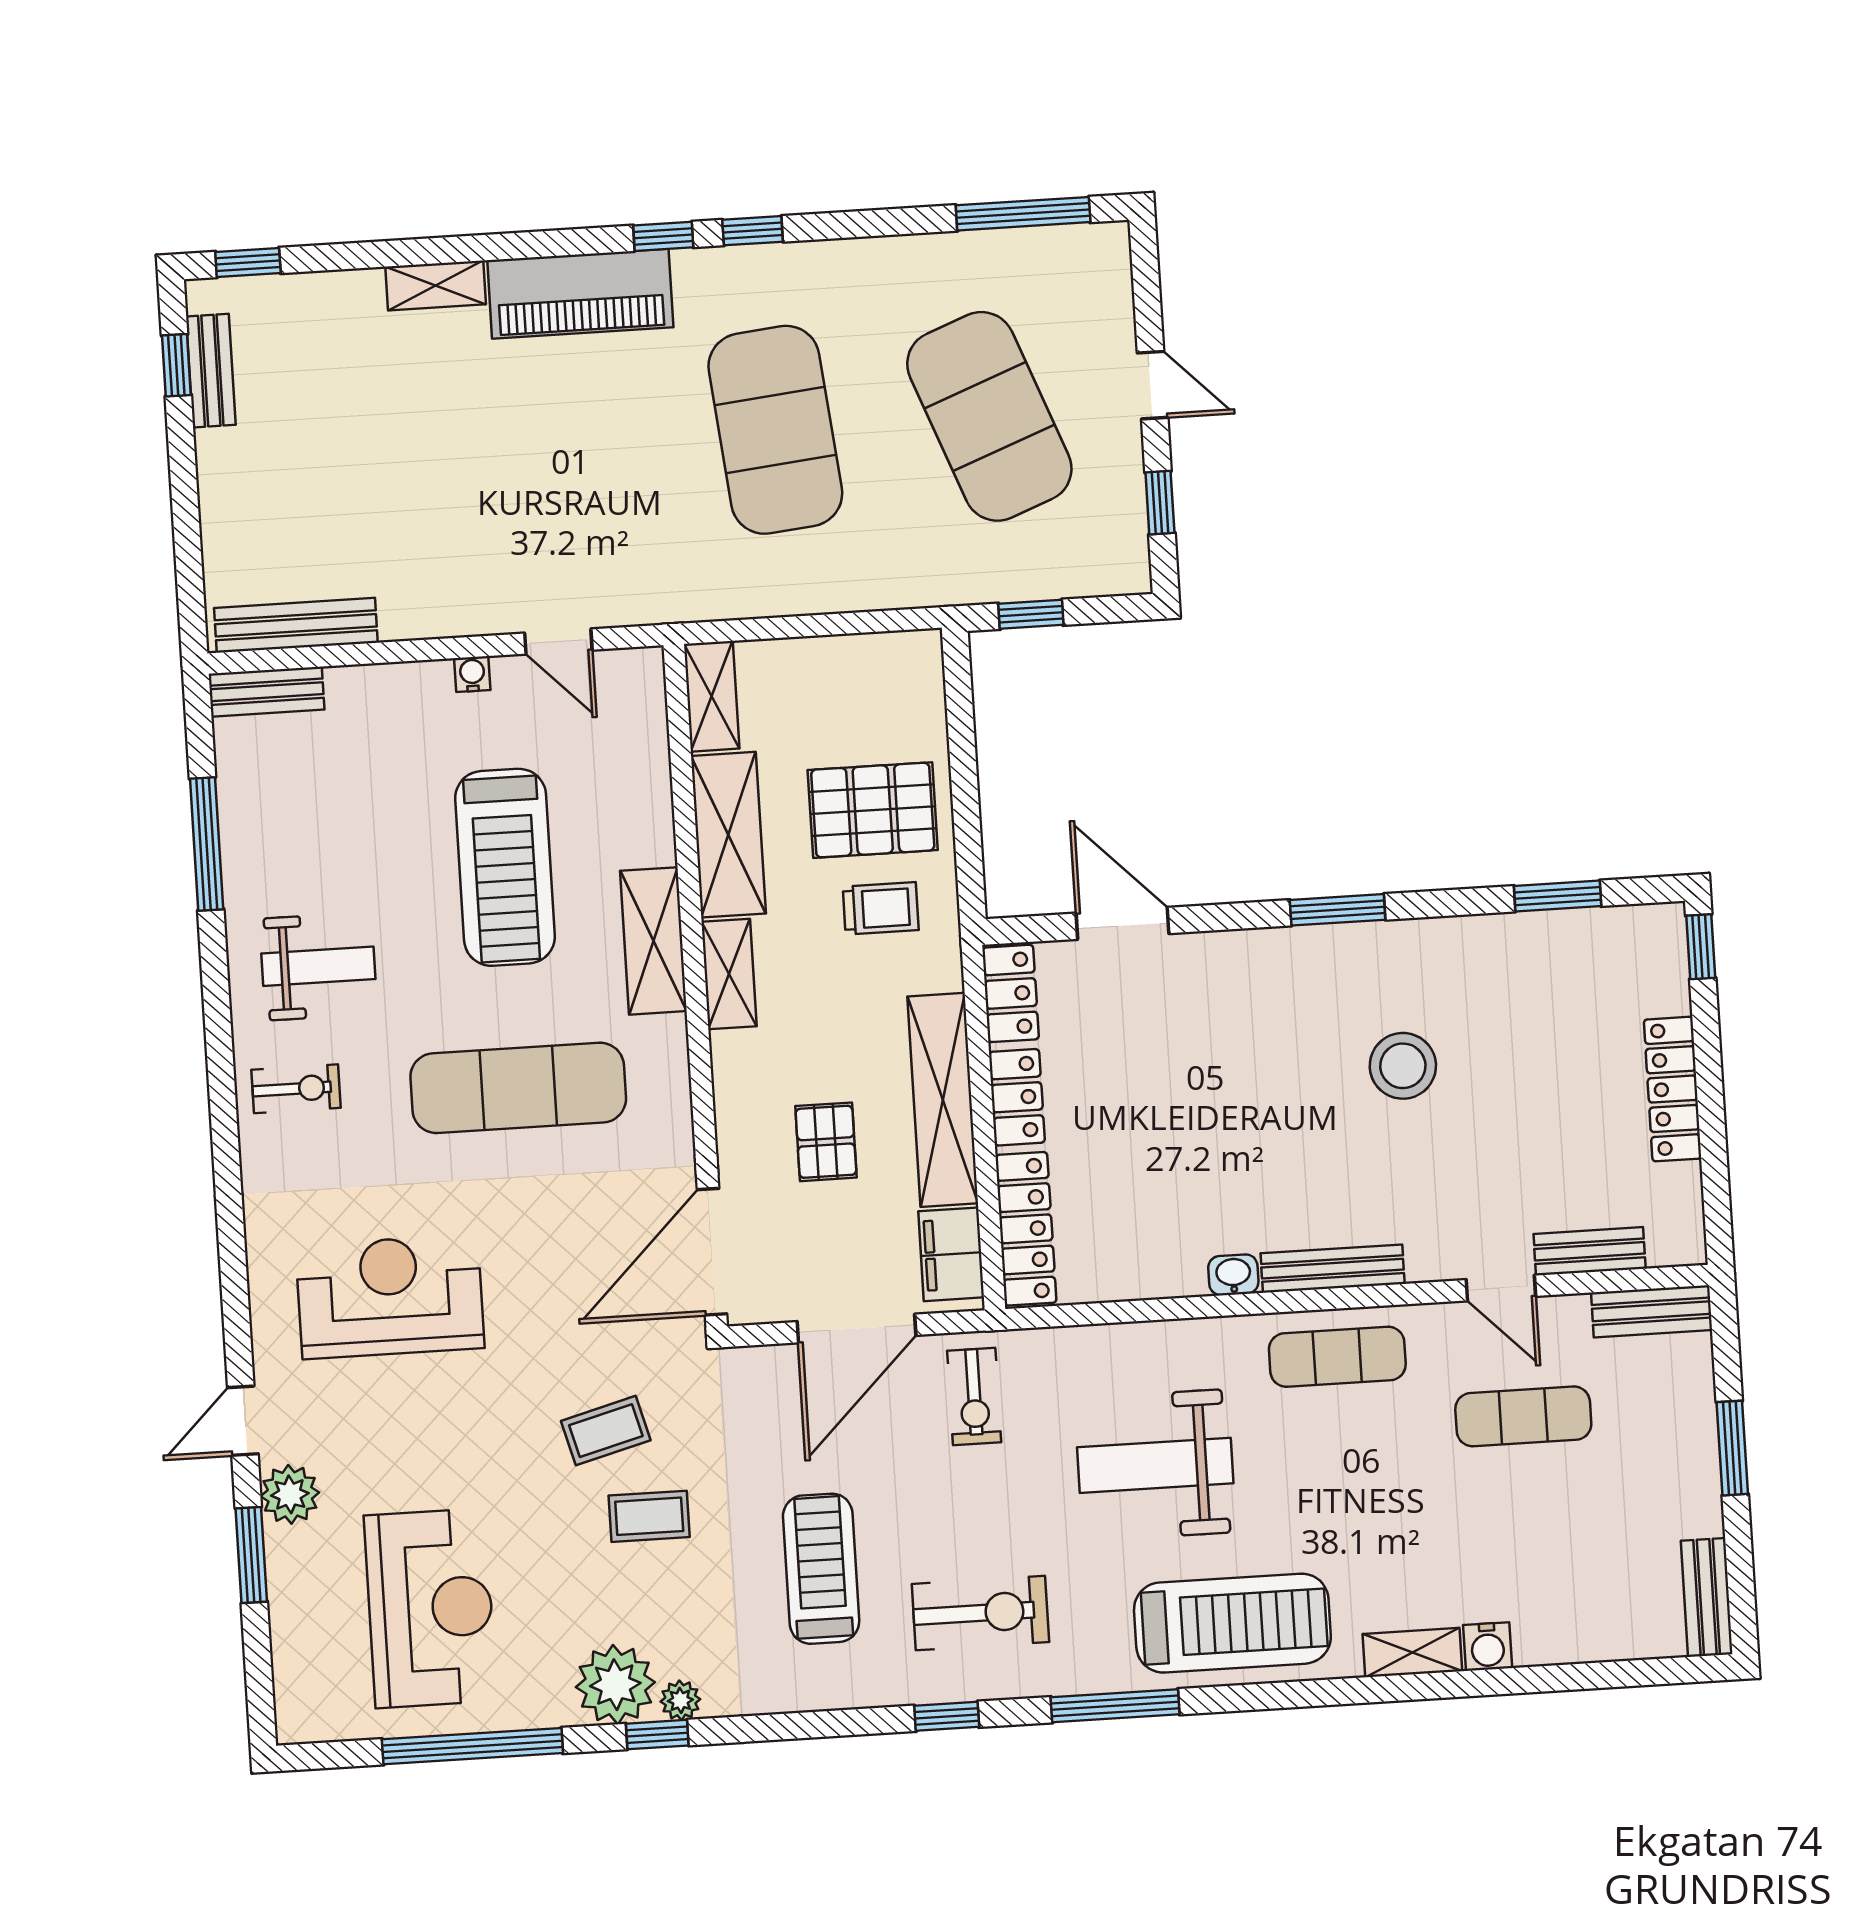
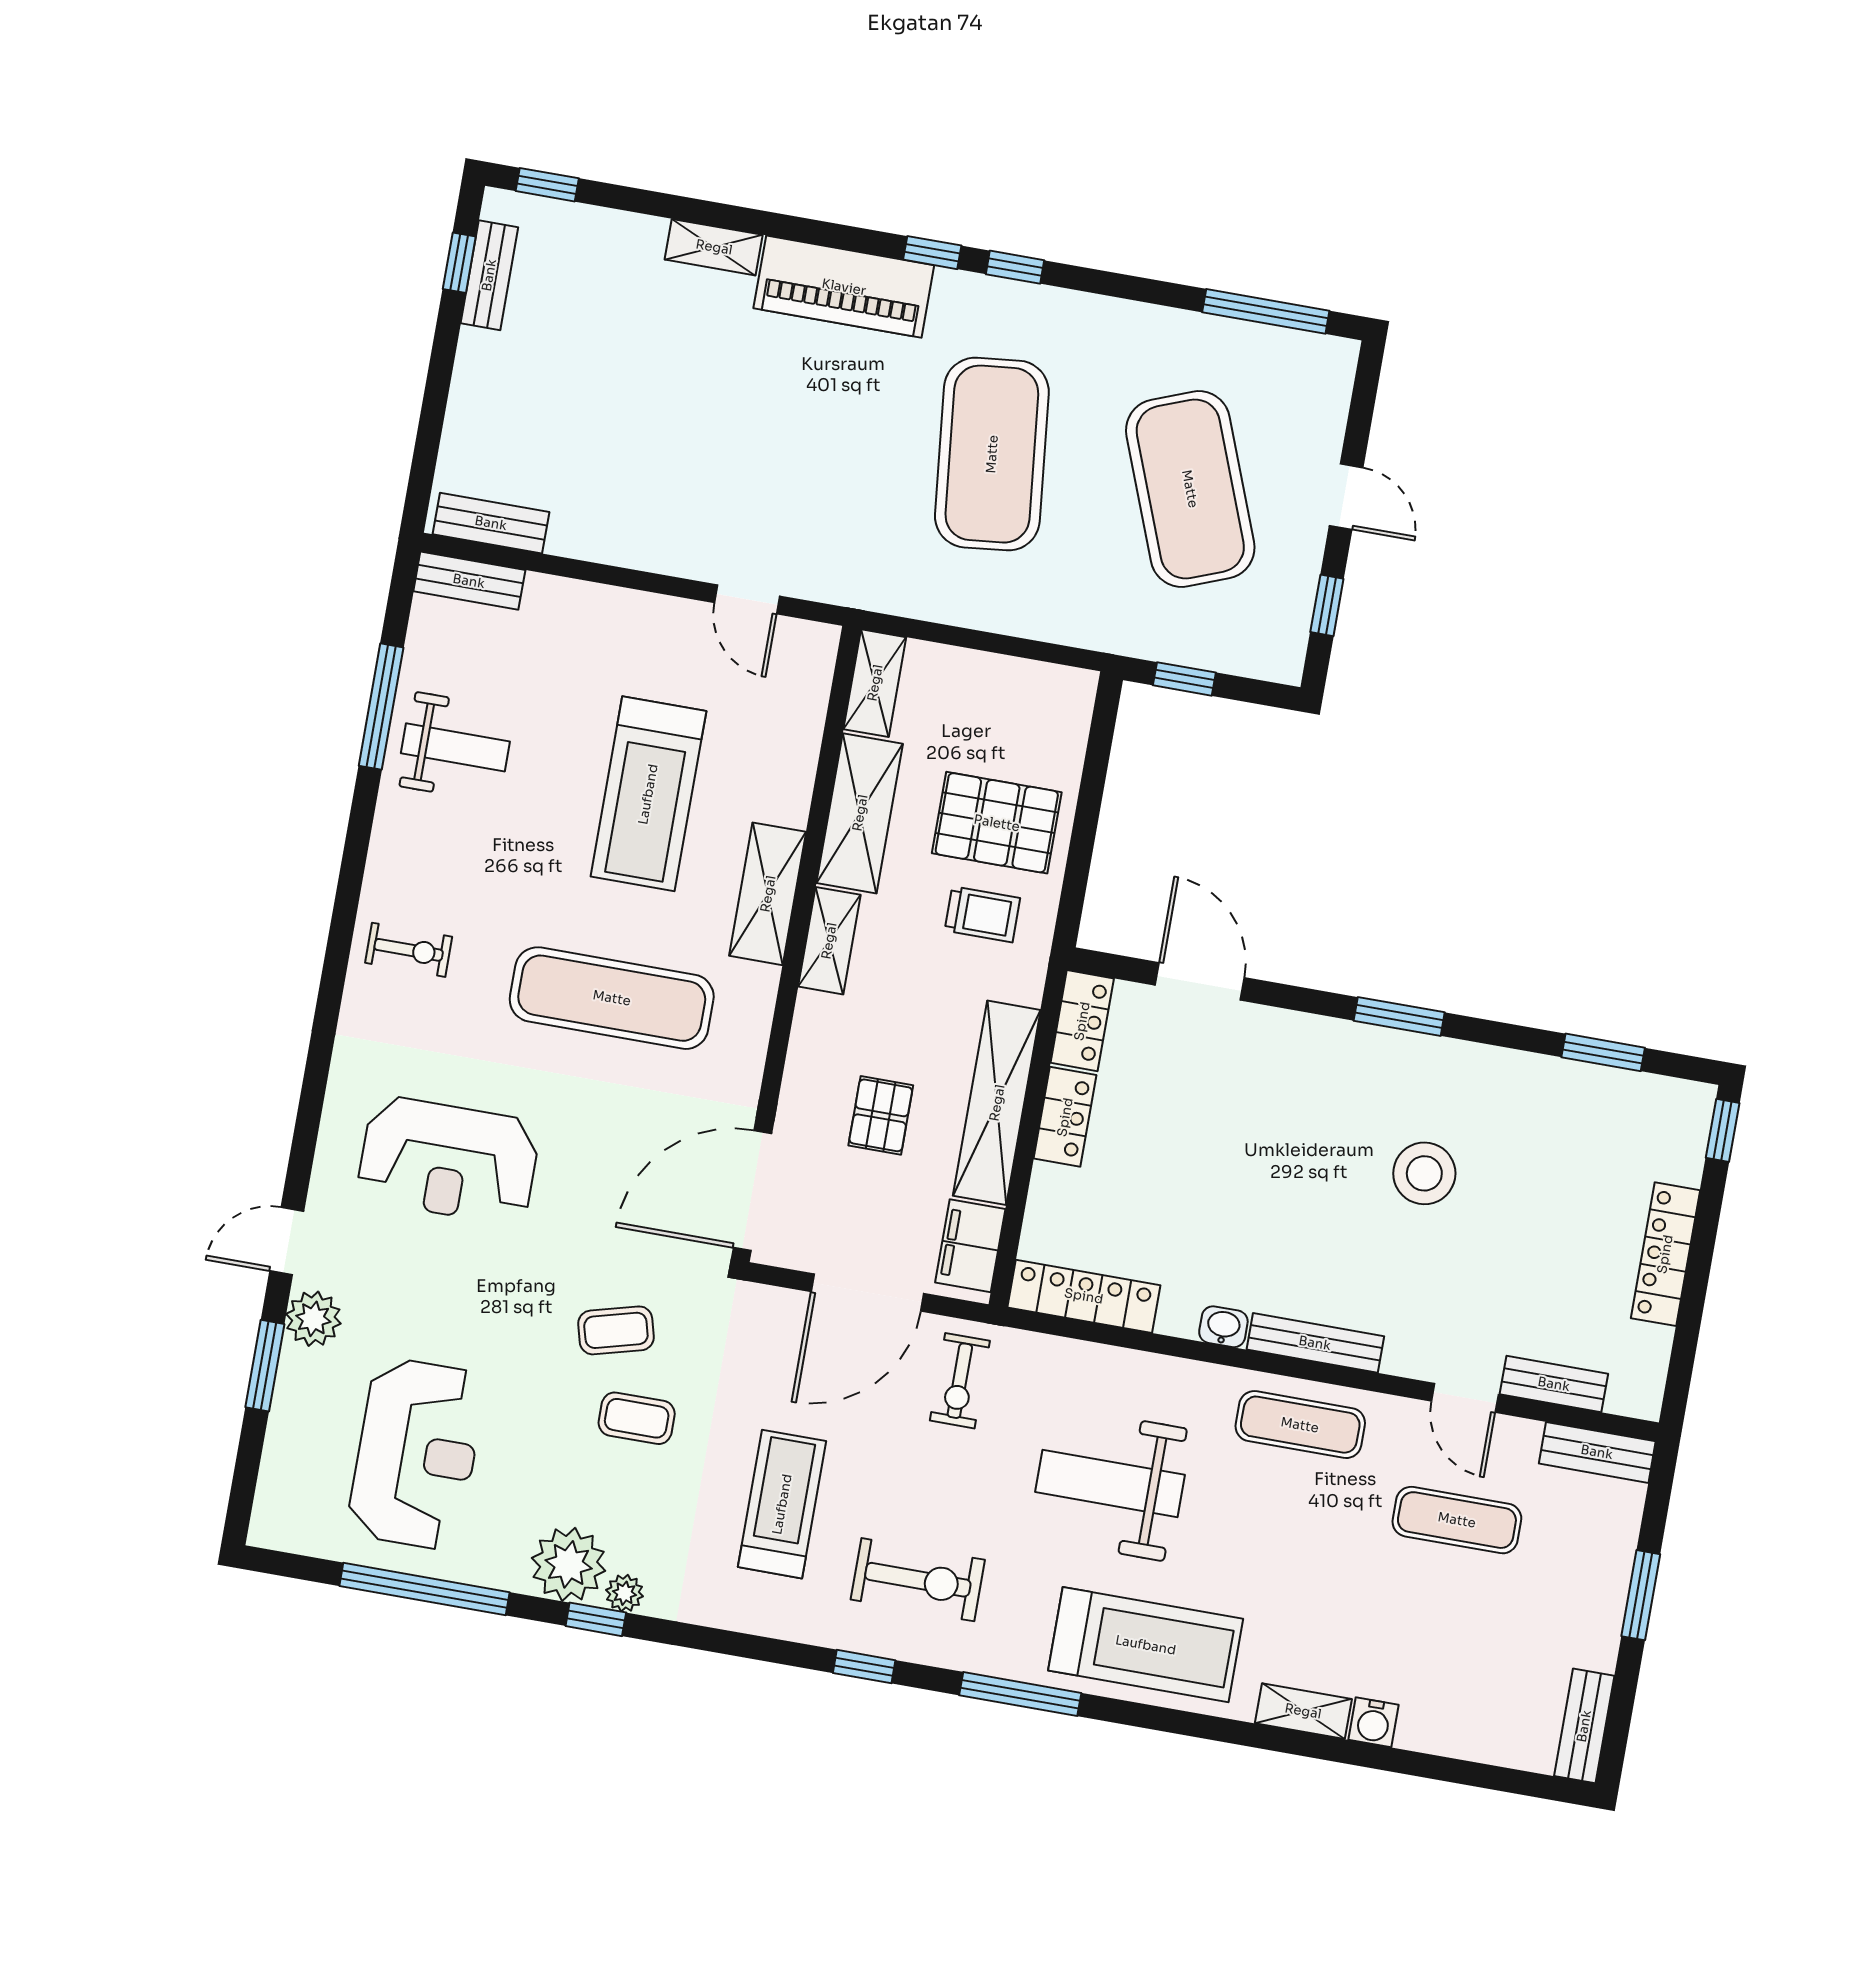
bench: (296, 625) -> (491, 523), width x0.73
water cooler: (472, 674) -> (661, 610), removed
weight bench: (318, 966) -> (455, 747), moved
locker: (1026, 1229) -> (1084, 1296), moved, turned -90
reception desk: (390, 1297) -> (448, 1160), turned 180

